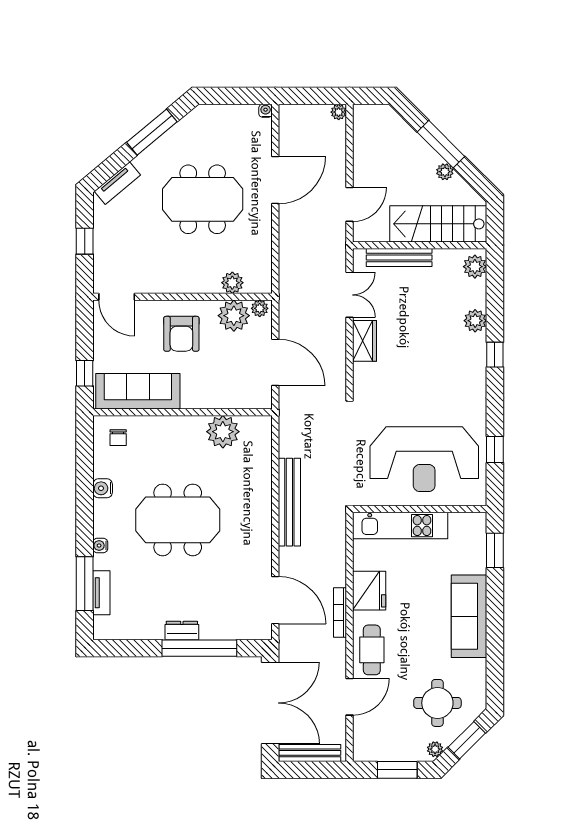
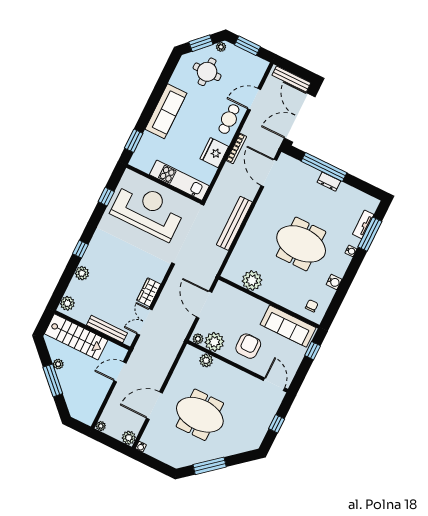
plant: (290, 115) -> (129, 438), added
tv unit: (117, 183) -> (243, 447), removed

